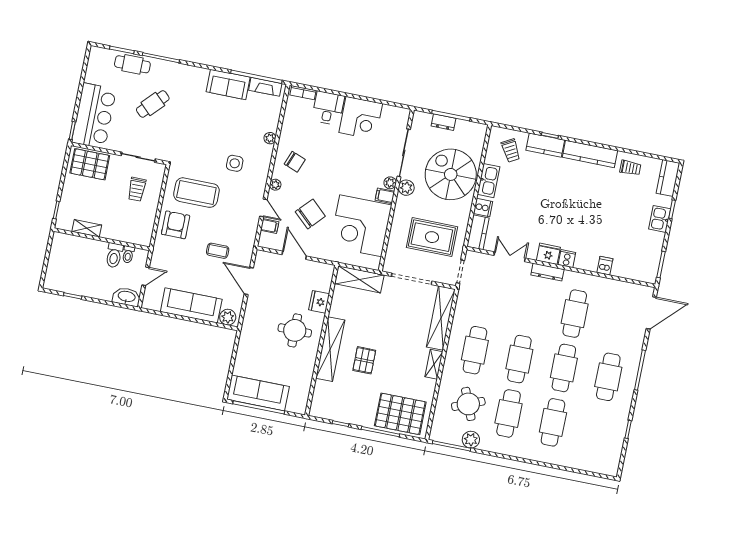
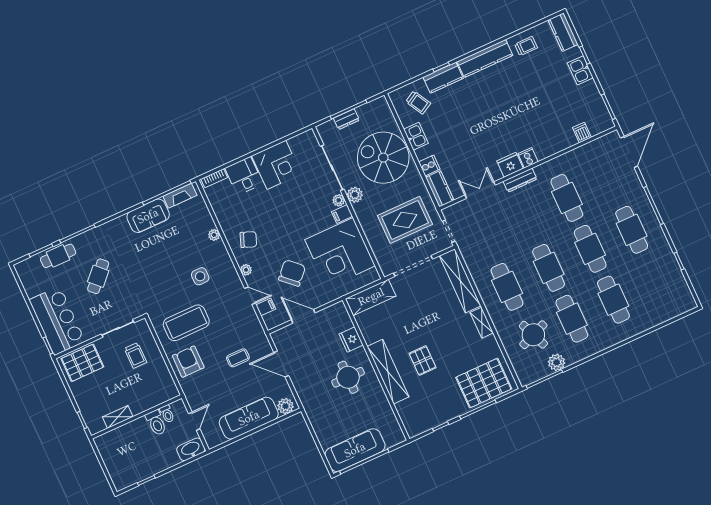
kitchen sink: (489, 181) -> (416, 136), width x0.73
dishwasher: (605, 266) -> (582, 132), moved

